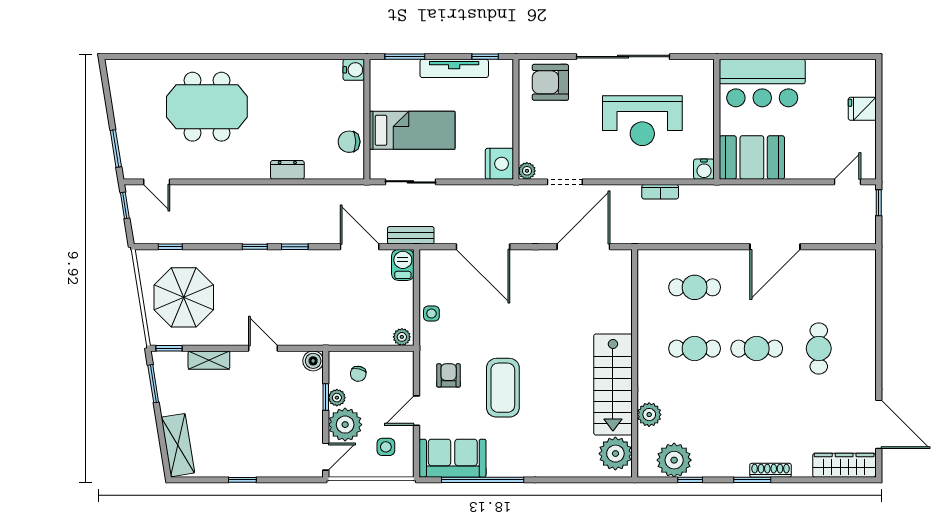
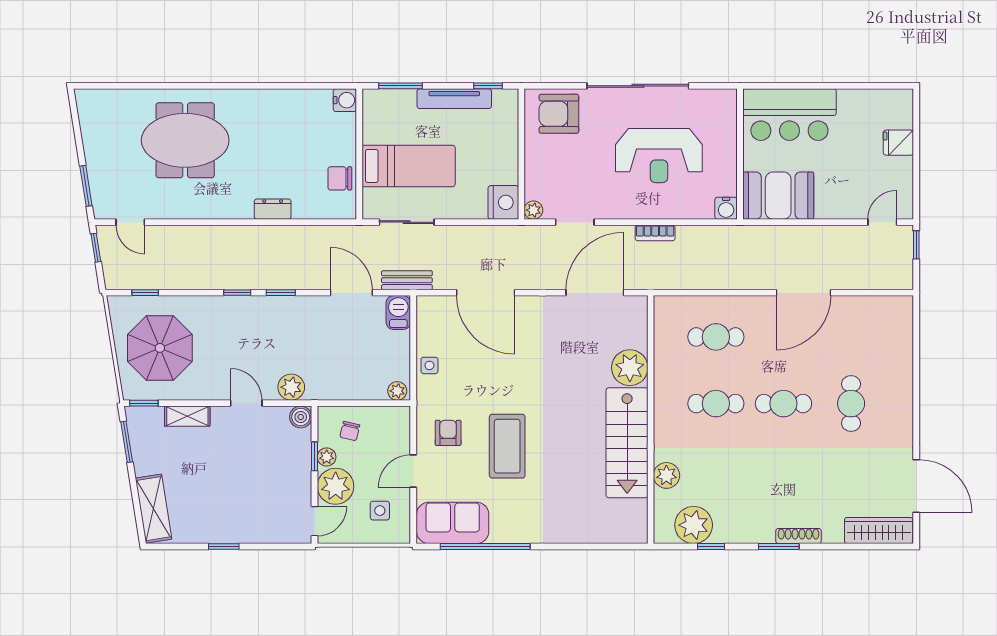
bookcase: (660, 192) -> (655, 233), moved
plant: (304, 333) -> (291, 387), added
plant: (615, 454) -> (630, 368), moved

